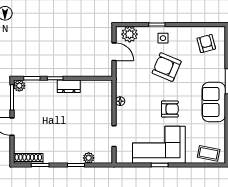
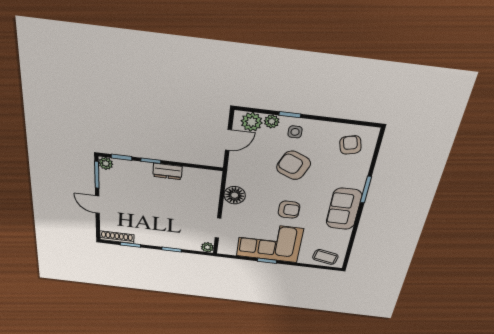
plant: (144, 32) -> (272, 121), added
door: (114, 52) -> (228, 140), hinge flipped
floor lamp: (120, 101) -> (235, 195), width x1.89, depth x1.89
plant: (89, 158) -> (207, 247), moved

